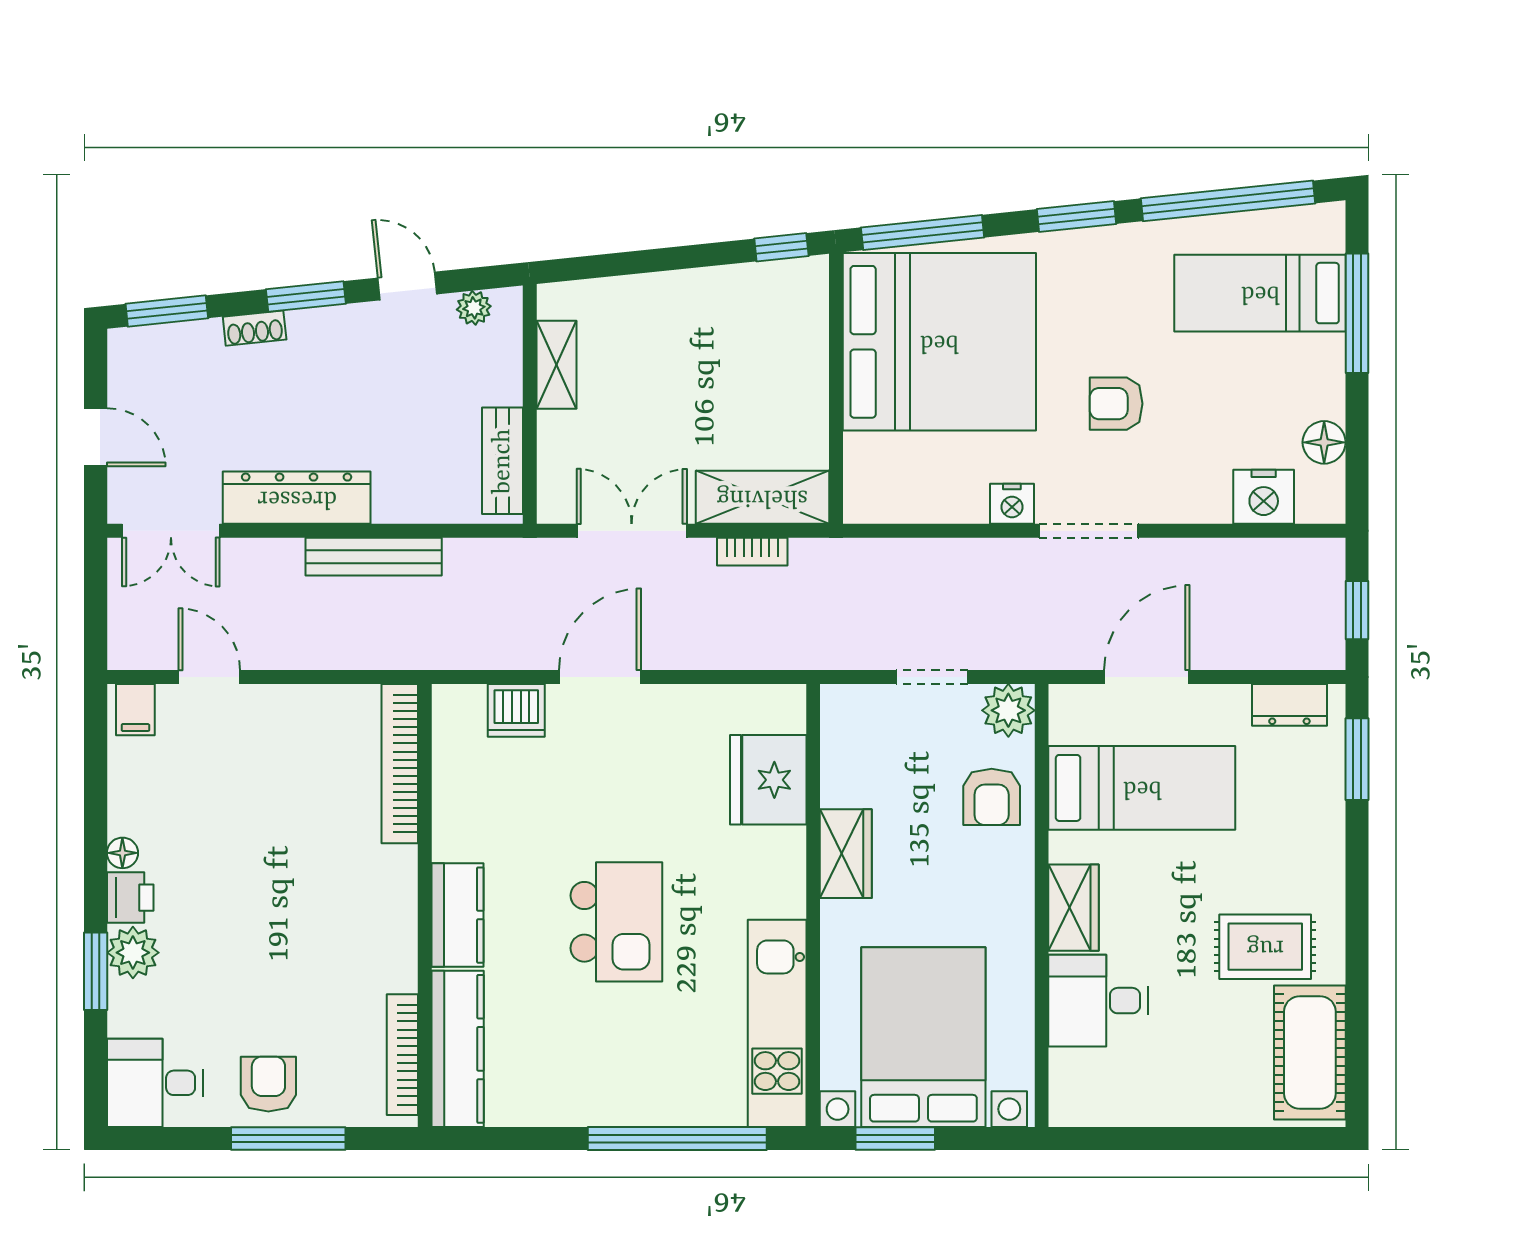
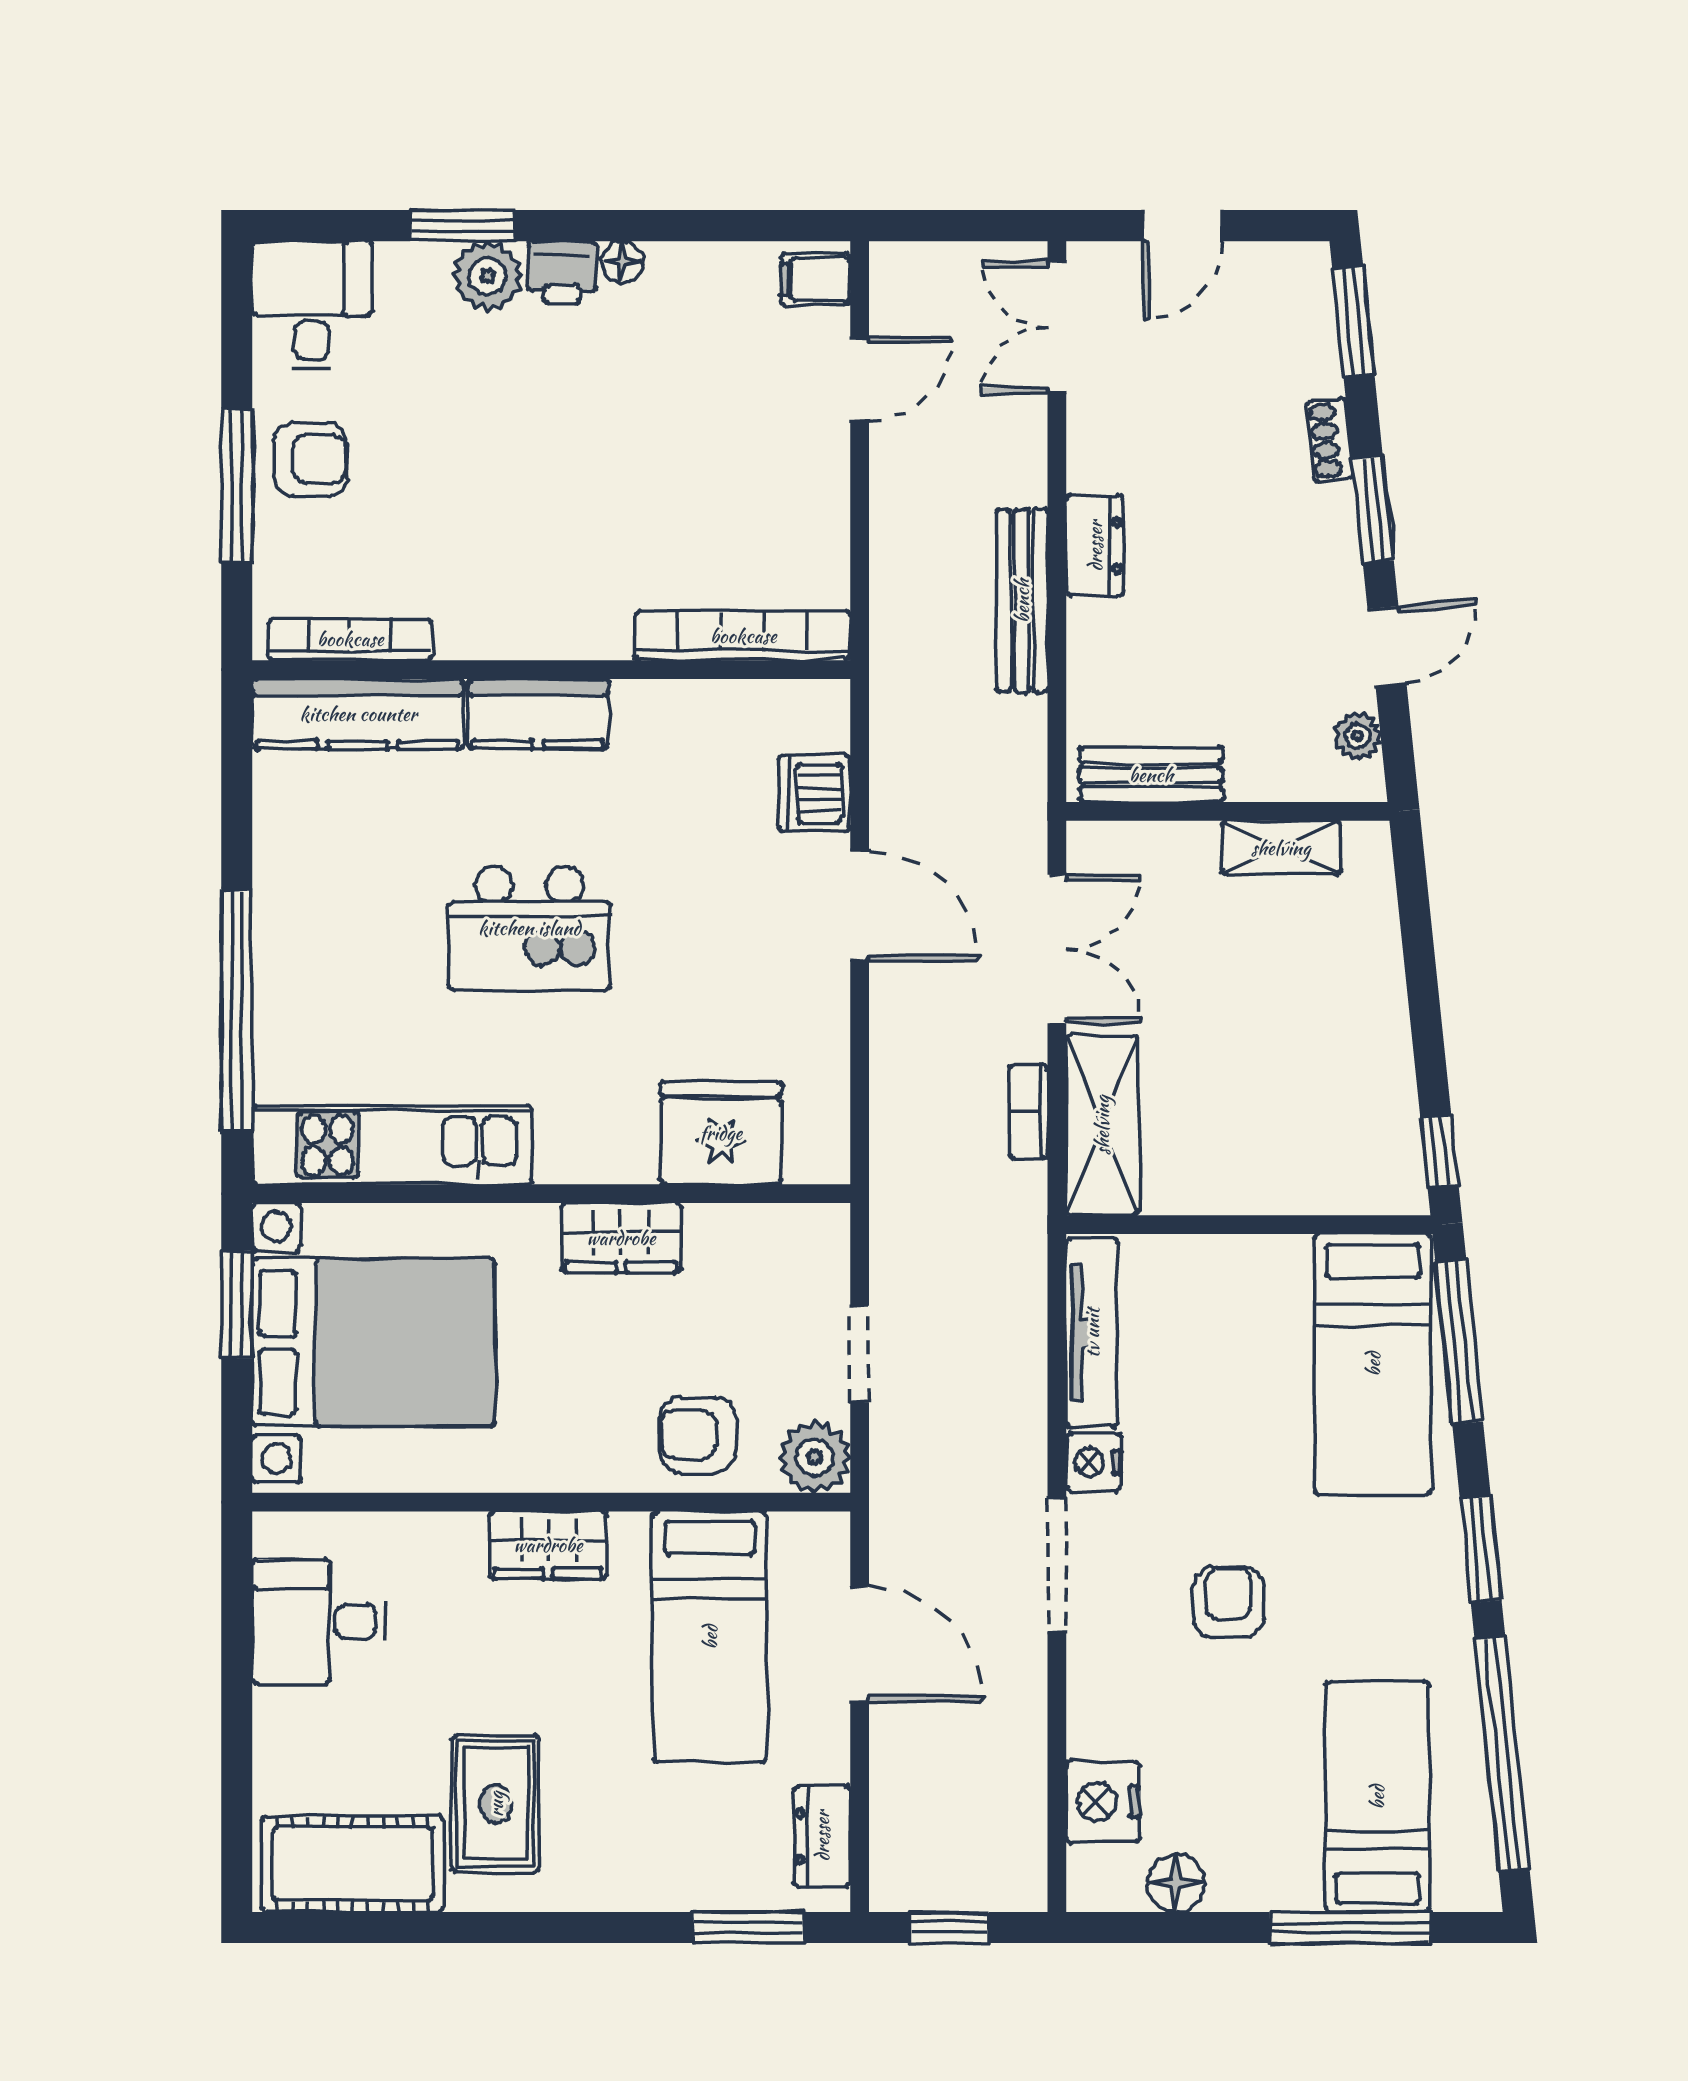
bed: (939, 342) -> (1373, 1364), width x0.49
dresser: (297, 498) -> (1095, 546), width x0.51, depth x0.80
tv unit: (916, 505) -> (1092, 1333), added
desk: (1098, 1001) -> (319, 1622), moved, turned -90

